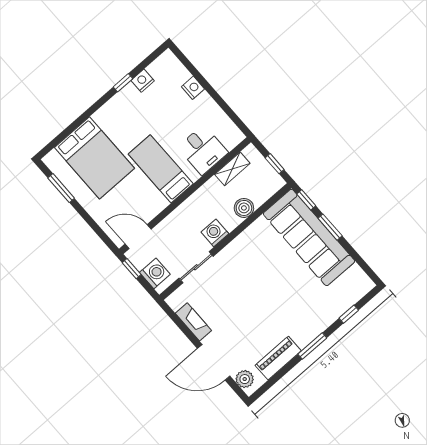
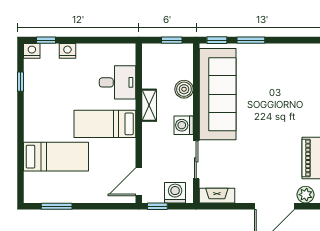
window: (187, 63) -> (46, 40), added
nightstand: (143, 81) -> (32, 51), moved, turned 90
window: (123, 83) -> (21, 82), moved
bed: (95, 158) -> (56, 157), width x0.67
shelving: (232, 169) -> (149, 105), moved
sofa: (309, 237) -> (218, 94), moved, turned -90
fireplace: (193, 322) -> (217, 196), moved

